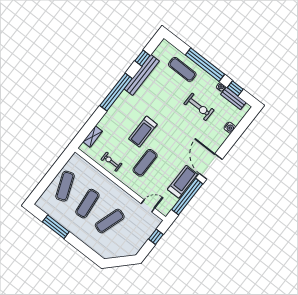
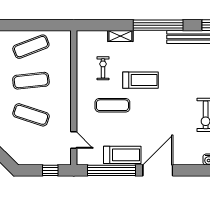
treadmill: (143, 132) -> (141, 80), turned 180
shelving: (93, 137) -> (120, 36), moved
exercise bike: (111, 162) -> (103, 68), moved

